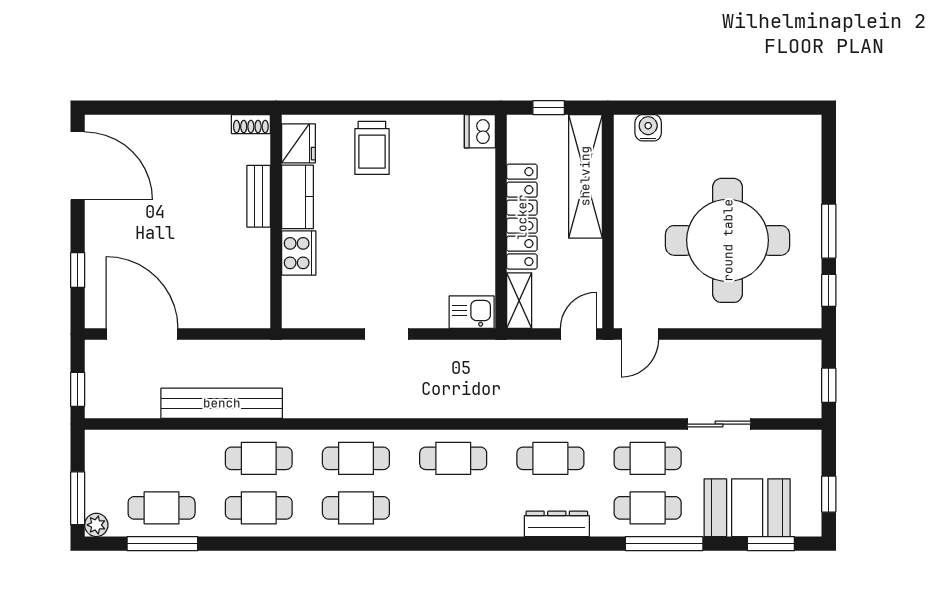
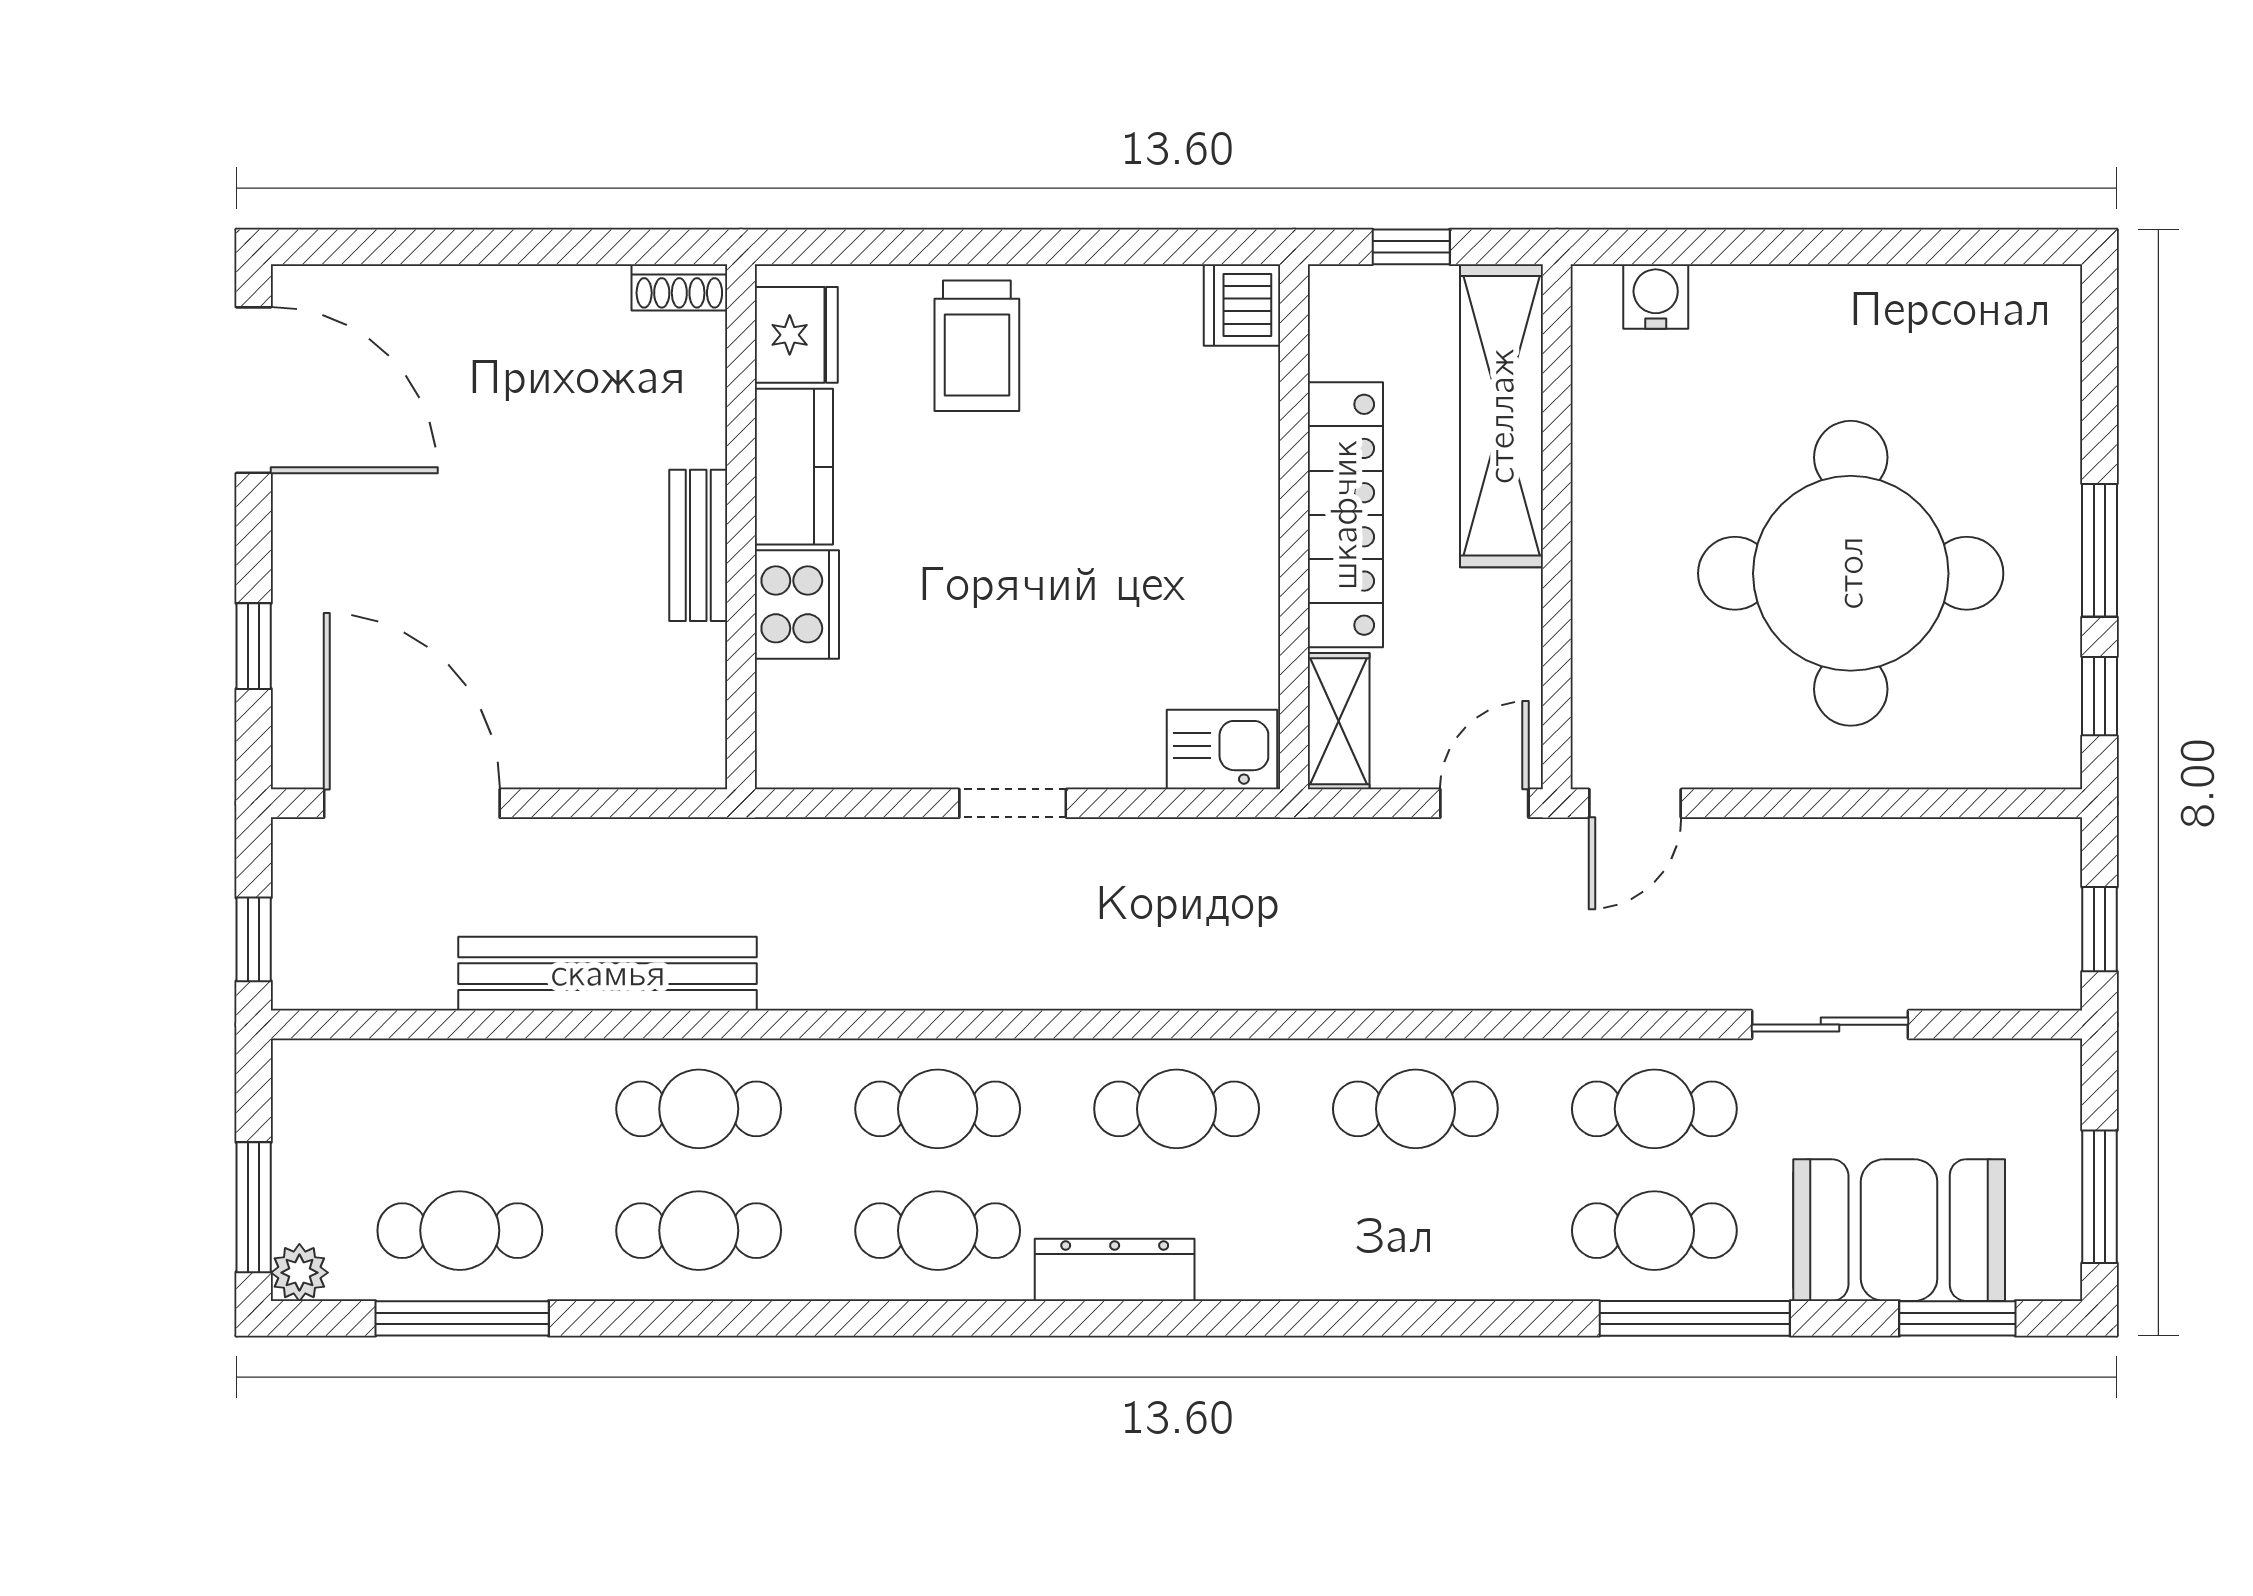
bench: (259, 196) -> (698, 545), moved
window: (829, 494) -> (2099, 1197), width x1.50
dresser: (557, 524) -> (1115, 1270), moved

